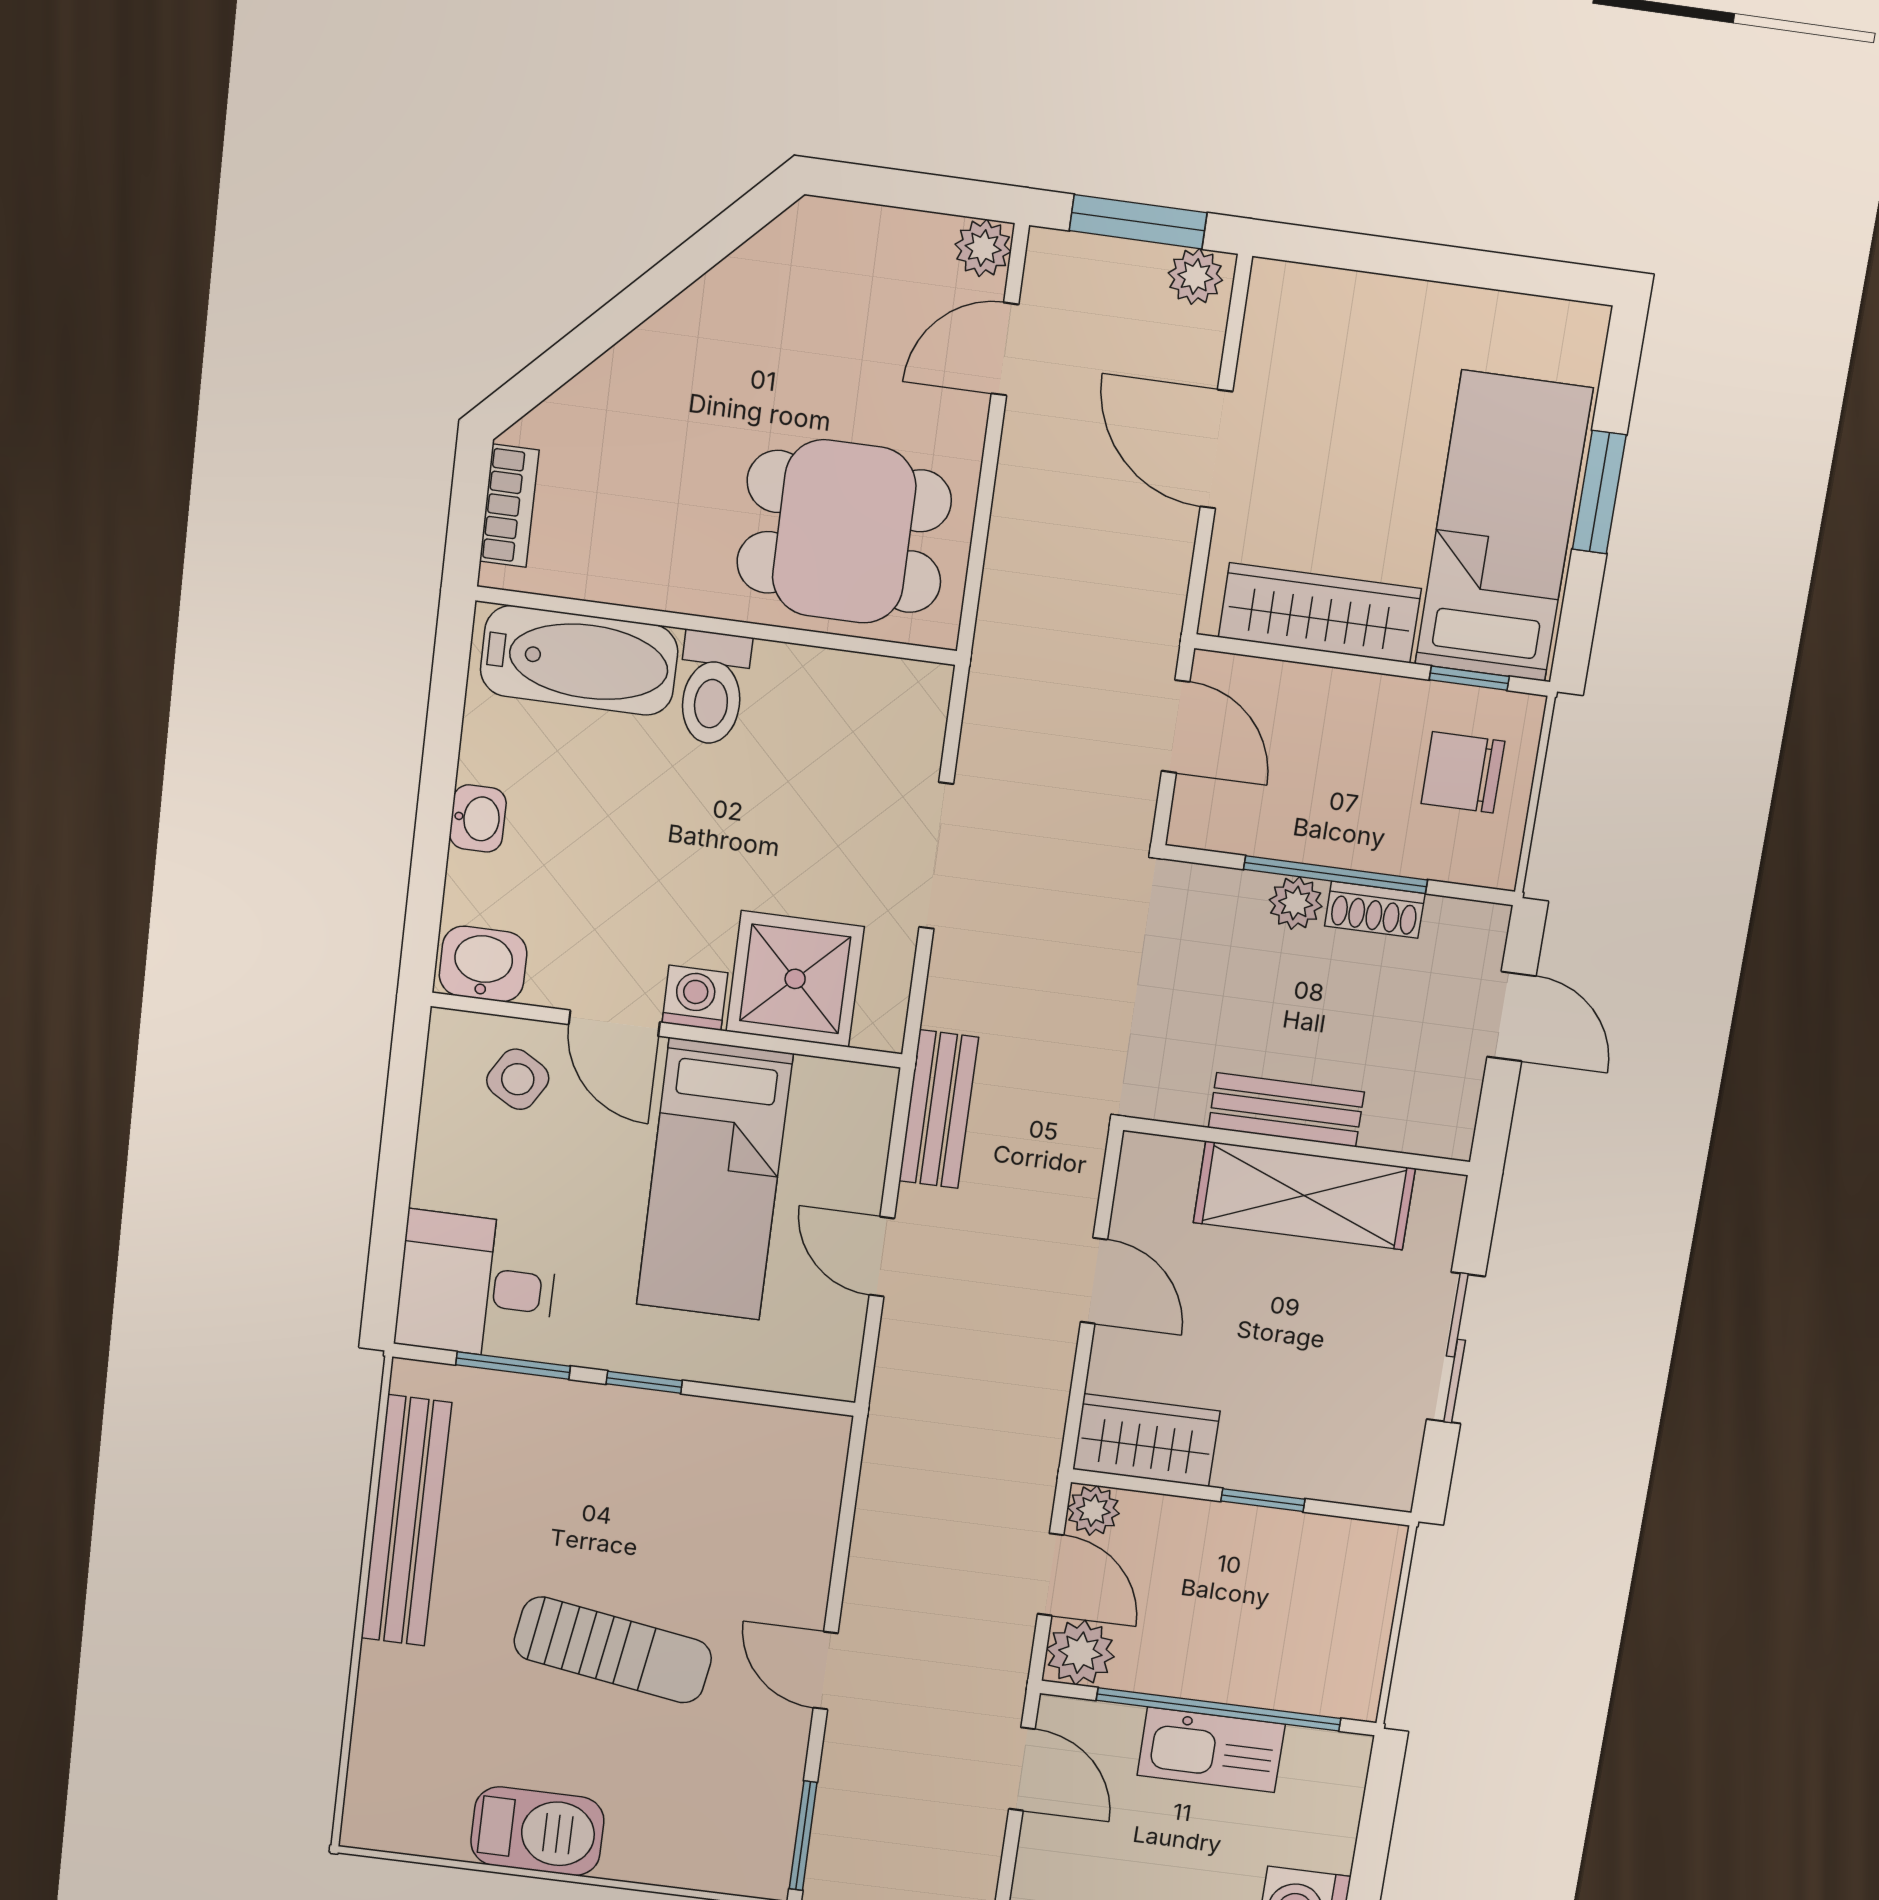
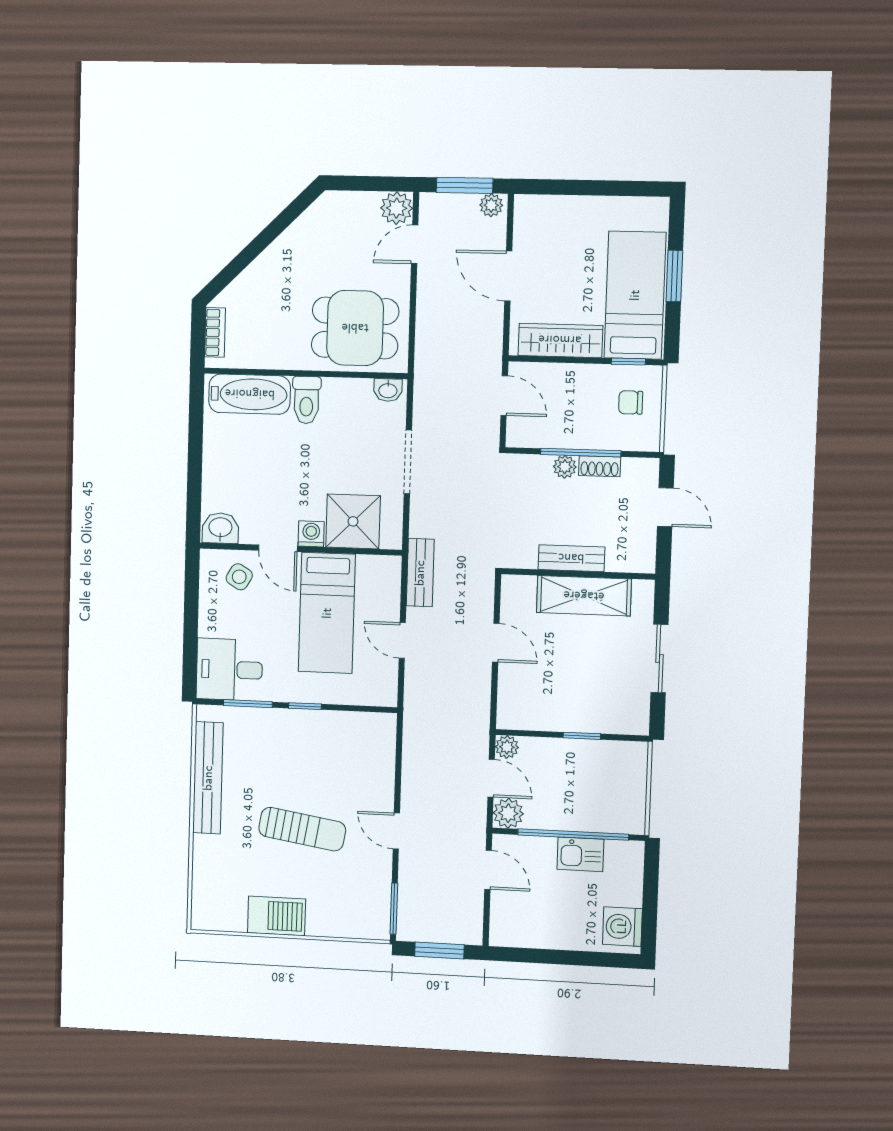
plant: (983, 248) -> (397, 208), width x1.38, depth x1.38
chair: (1463, 772) -> (631, 402), width x0.73, depth x0.73
washbasin: (478, 818) -> (388, 390), moved, turned 90
wardrobe: (1146, 1440) -> (527, 713), removed
kitchen sink: (1211, 1750) -> (580, 854), width x0.73

